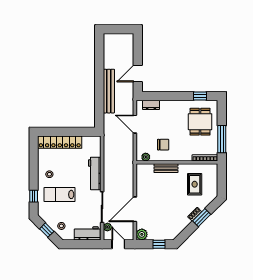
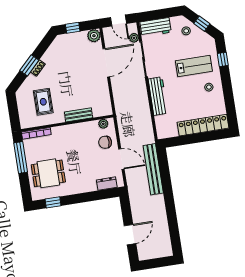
door: (138, 73) -> (130, 235), moved
bench: (109, 91) -> (153, 169), moved
dining table: (200, 122) -> (48, 173), turned 90
chair: (163, 145) -> (105, 142), moved

